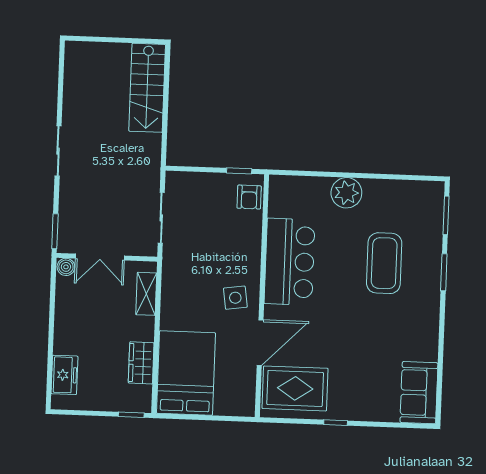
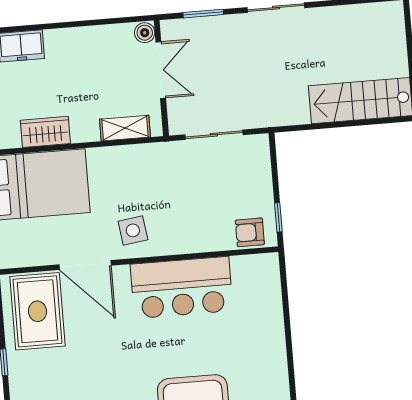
plant: (346, 193) -> (268, 343), removed
window: (55, 231) -> (203, 14), moved
double door: (100, 257) -> (161, 70), swing flipped

